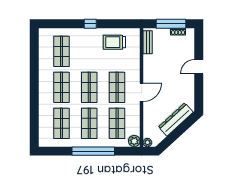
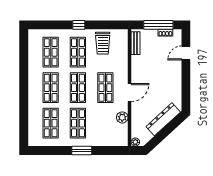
trolley: (114, 42) -> (103, 43), turned -90
door: (199, 67) -> (186, 53), moved
shop shelf: (117, 123) -> (78, 52), moved
plant: (134, 141) -> (122, 117), moved
window: (93, 151) -> (82, 150), width x0.47

